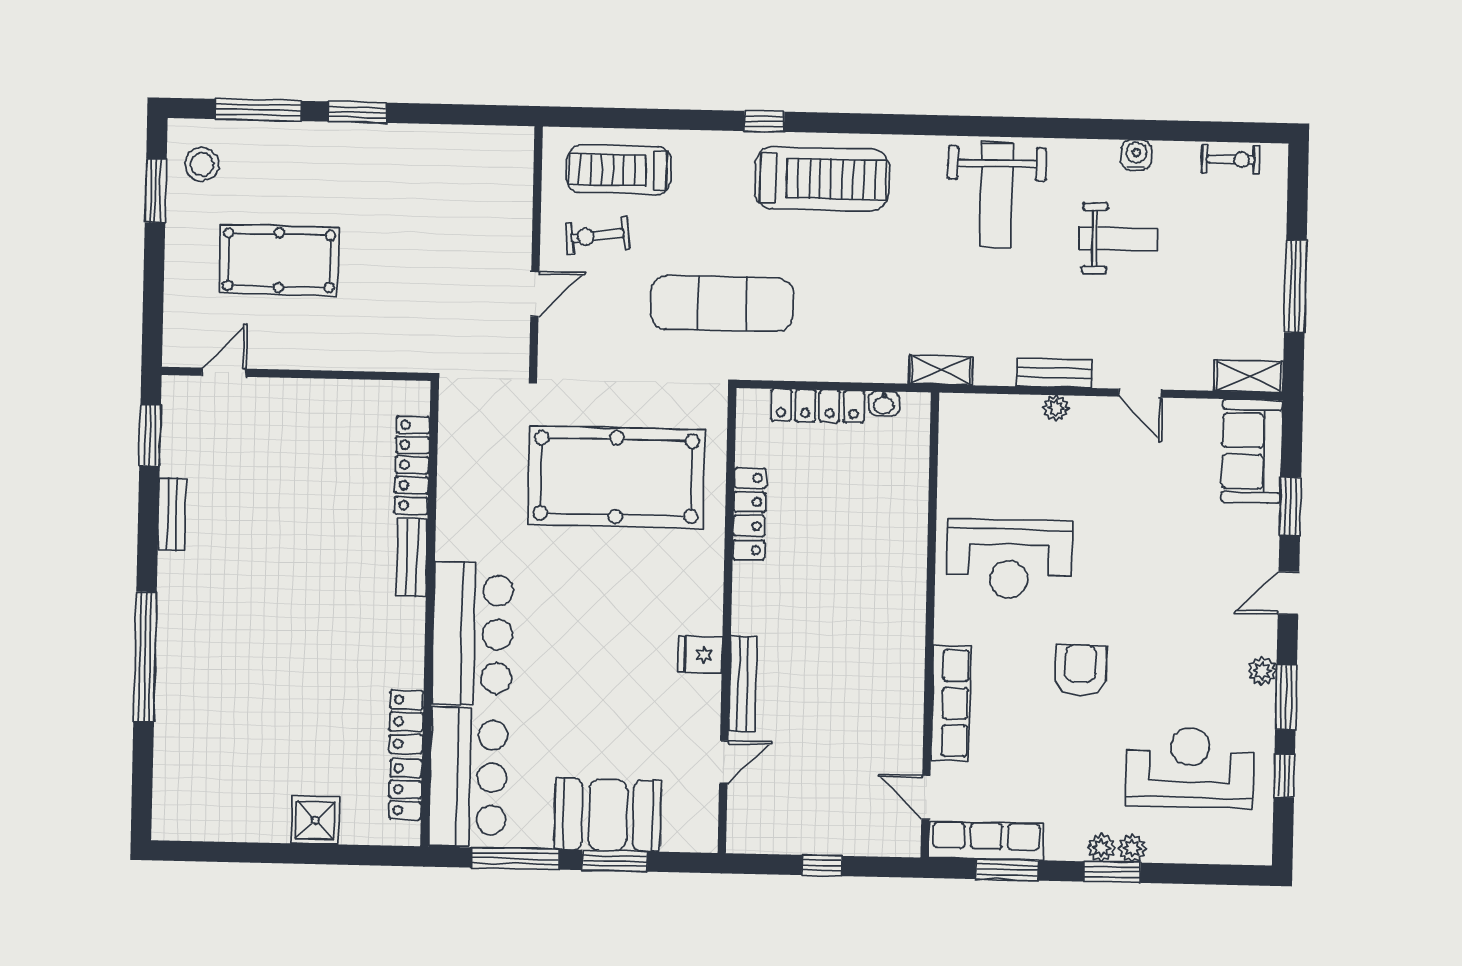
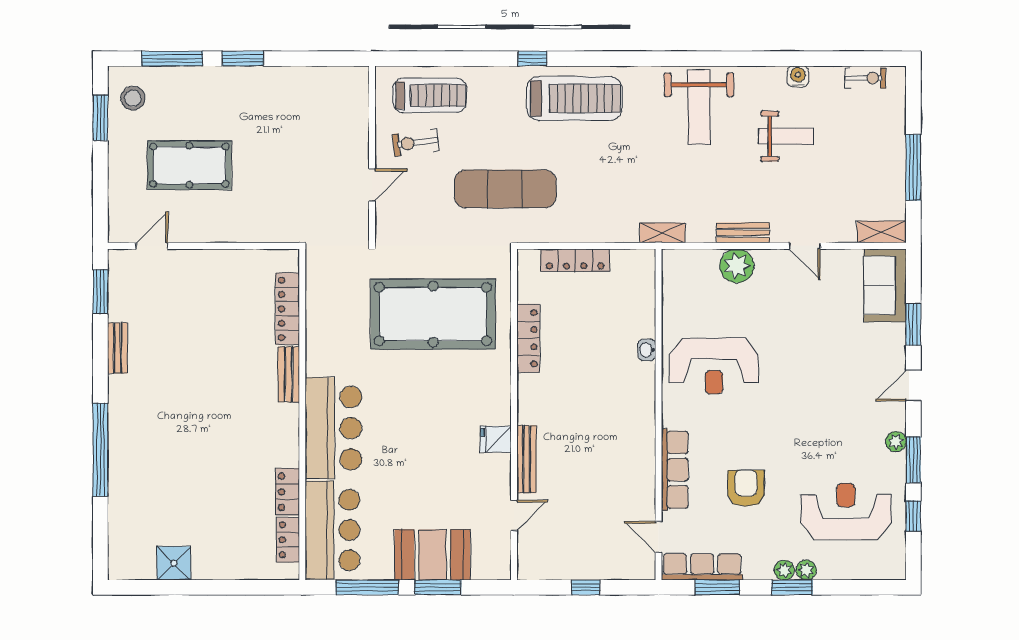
treadmill: (619, 170) -> (430, 95), turned 180
washbasin: (884, 404) -> (647, 350), moved, turned 90
plant: (1056, 408) -> (737, 266), width x1.87, depth x1.87
armchair: (1080, 671) -> (746, 488), moved
shower: (315, 820) -> (174, 563), moved

